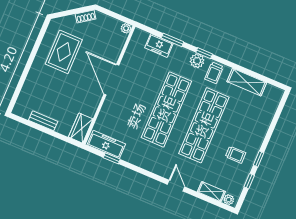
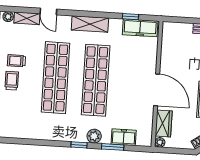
plant: (197, 61) -> (94, 136), moved
trolley: (214, 73) -> (12, 81), moved
shelving: (247, 82) -> (90, 24), moved
wardrobe: (81, 128) -> (164, 124), moved
door: (176, 186) -> (48, 11), moved

